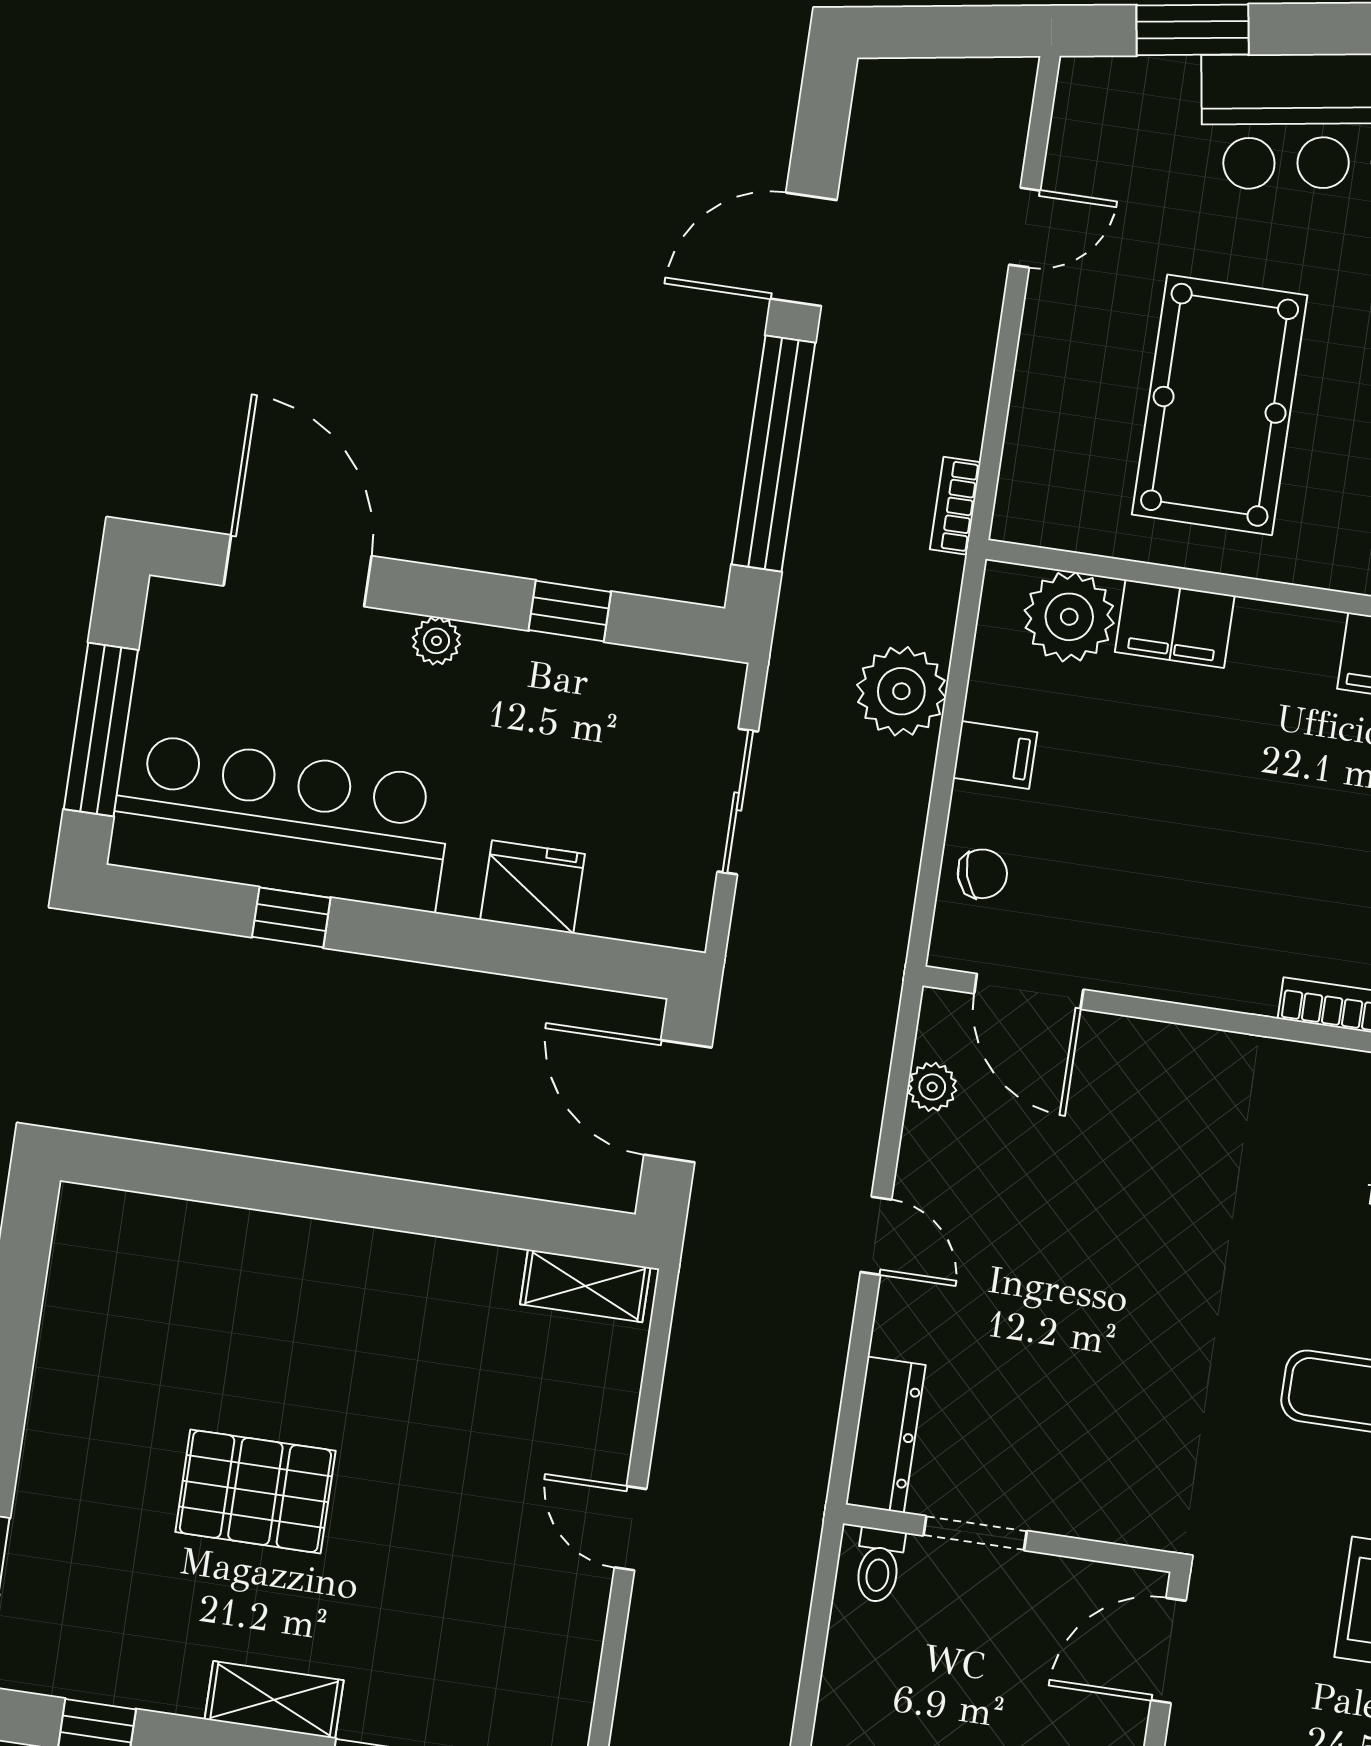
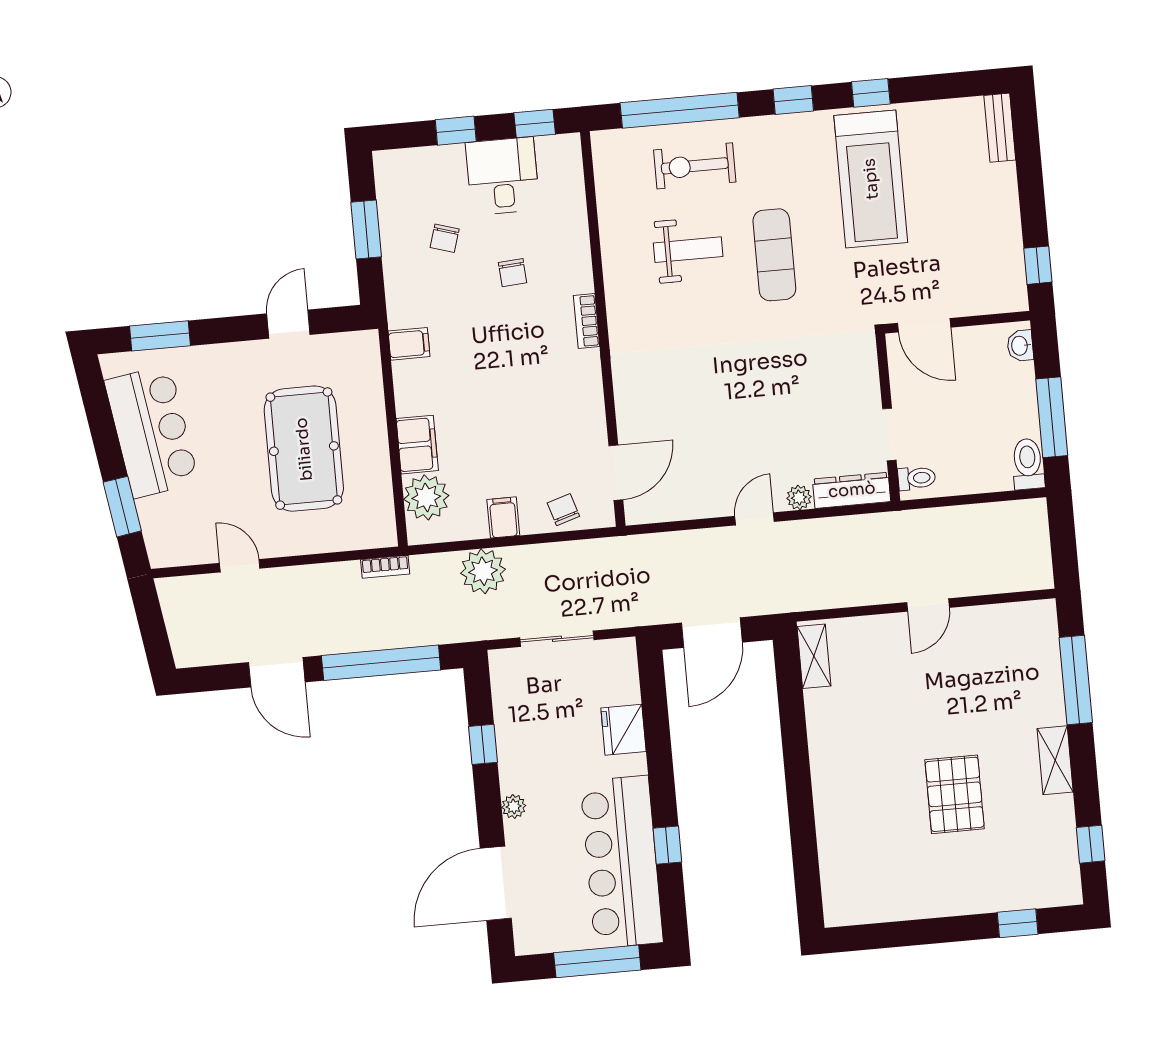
pool table: (1220, 405) -> (304, 449), turned 90
plant: (932, 1087) -> (799, 498), moved

